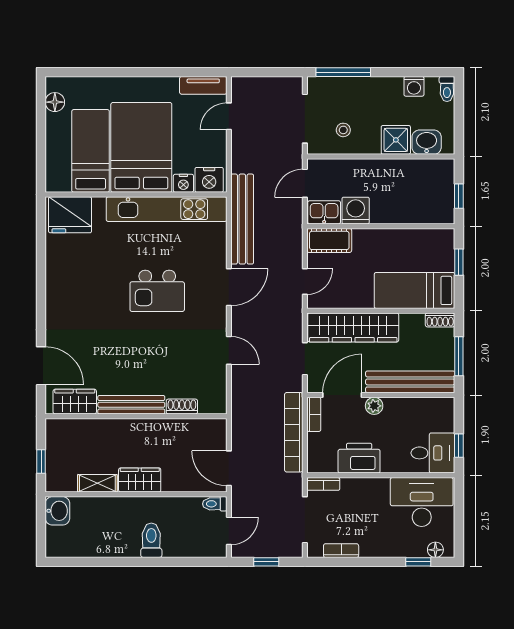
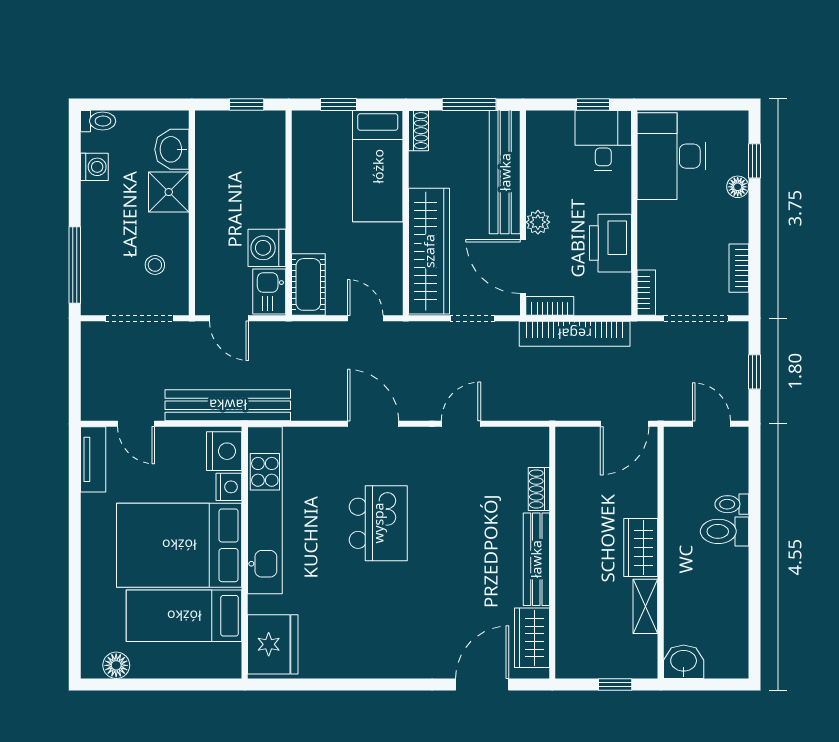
bench: (242, 219) -> (228, 405), moved
toilet: (215, 504) -> (732, 504), moved, turned 90
floor lamp: (435, 550) -> (738, 187), moved

